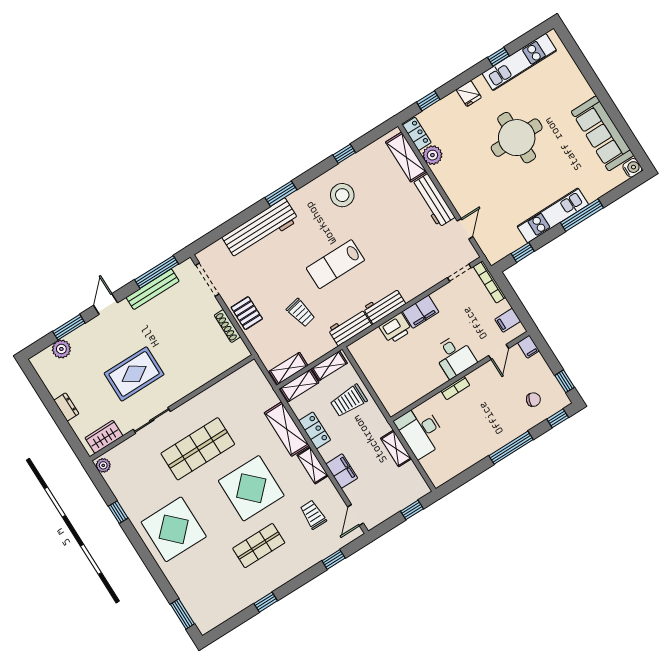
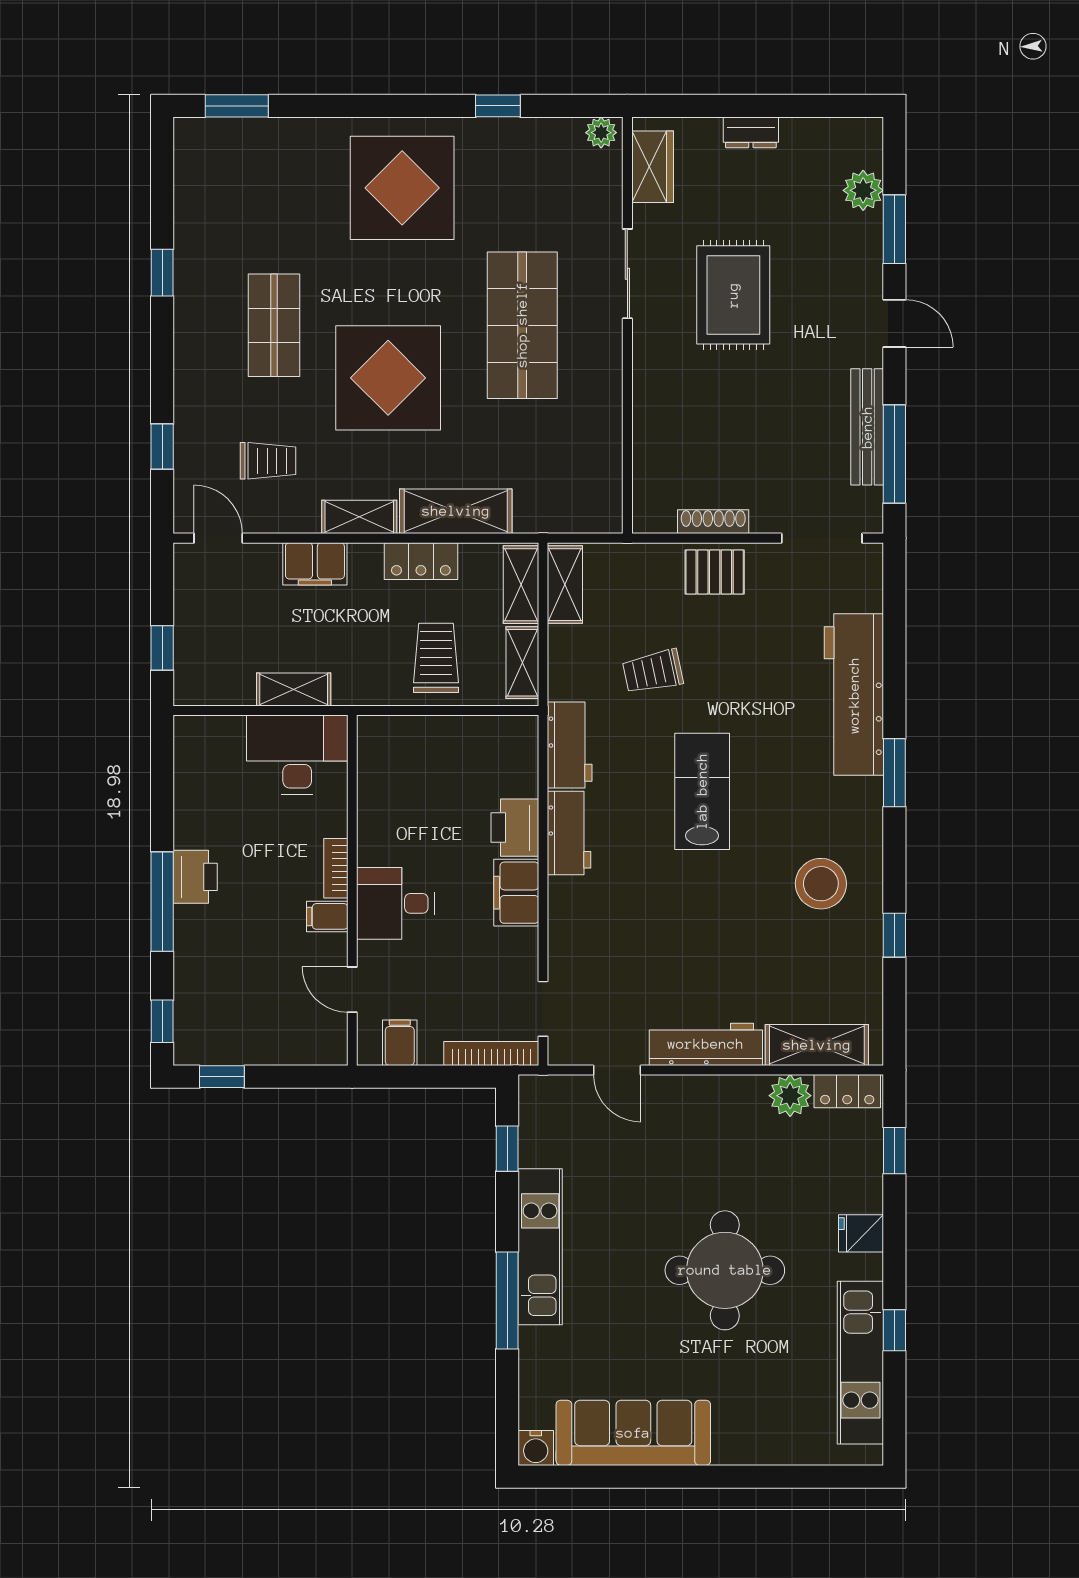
filing cabinet: (528, 347) -> (327, 916), moved
chair: (533, 400) -> (225, 998), removed
printer: (493, 441) -> (195, 877), added

